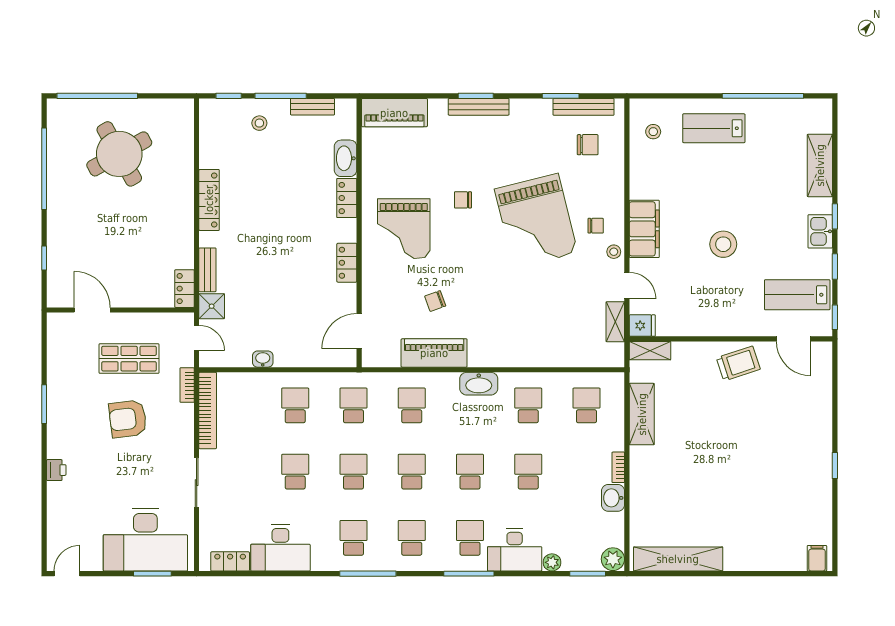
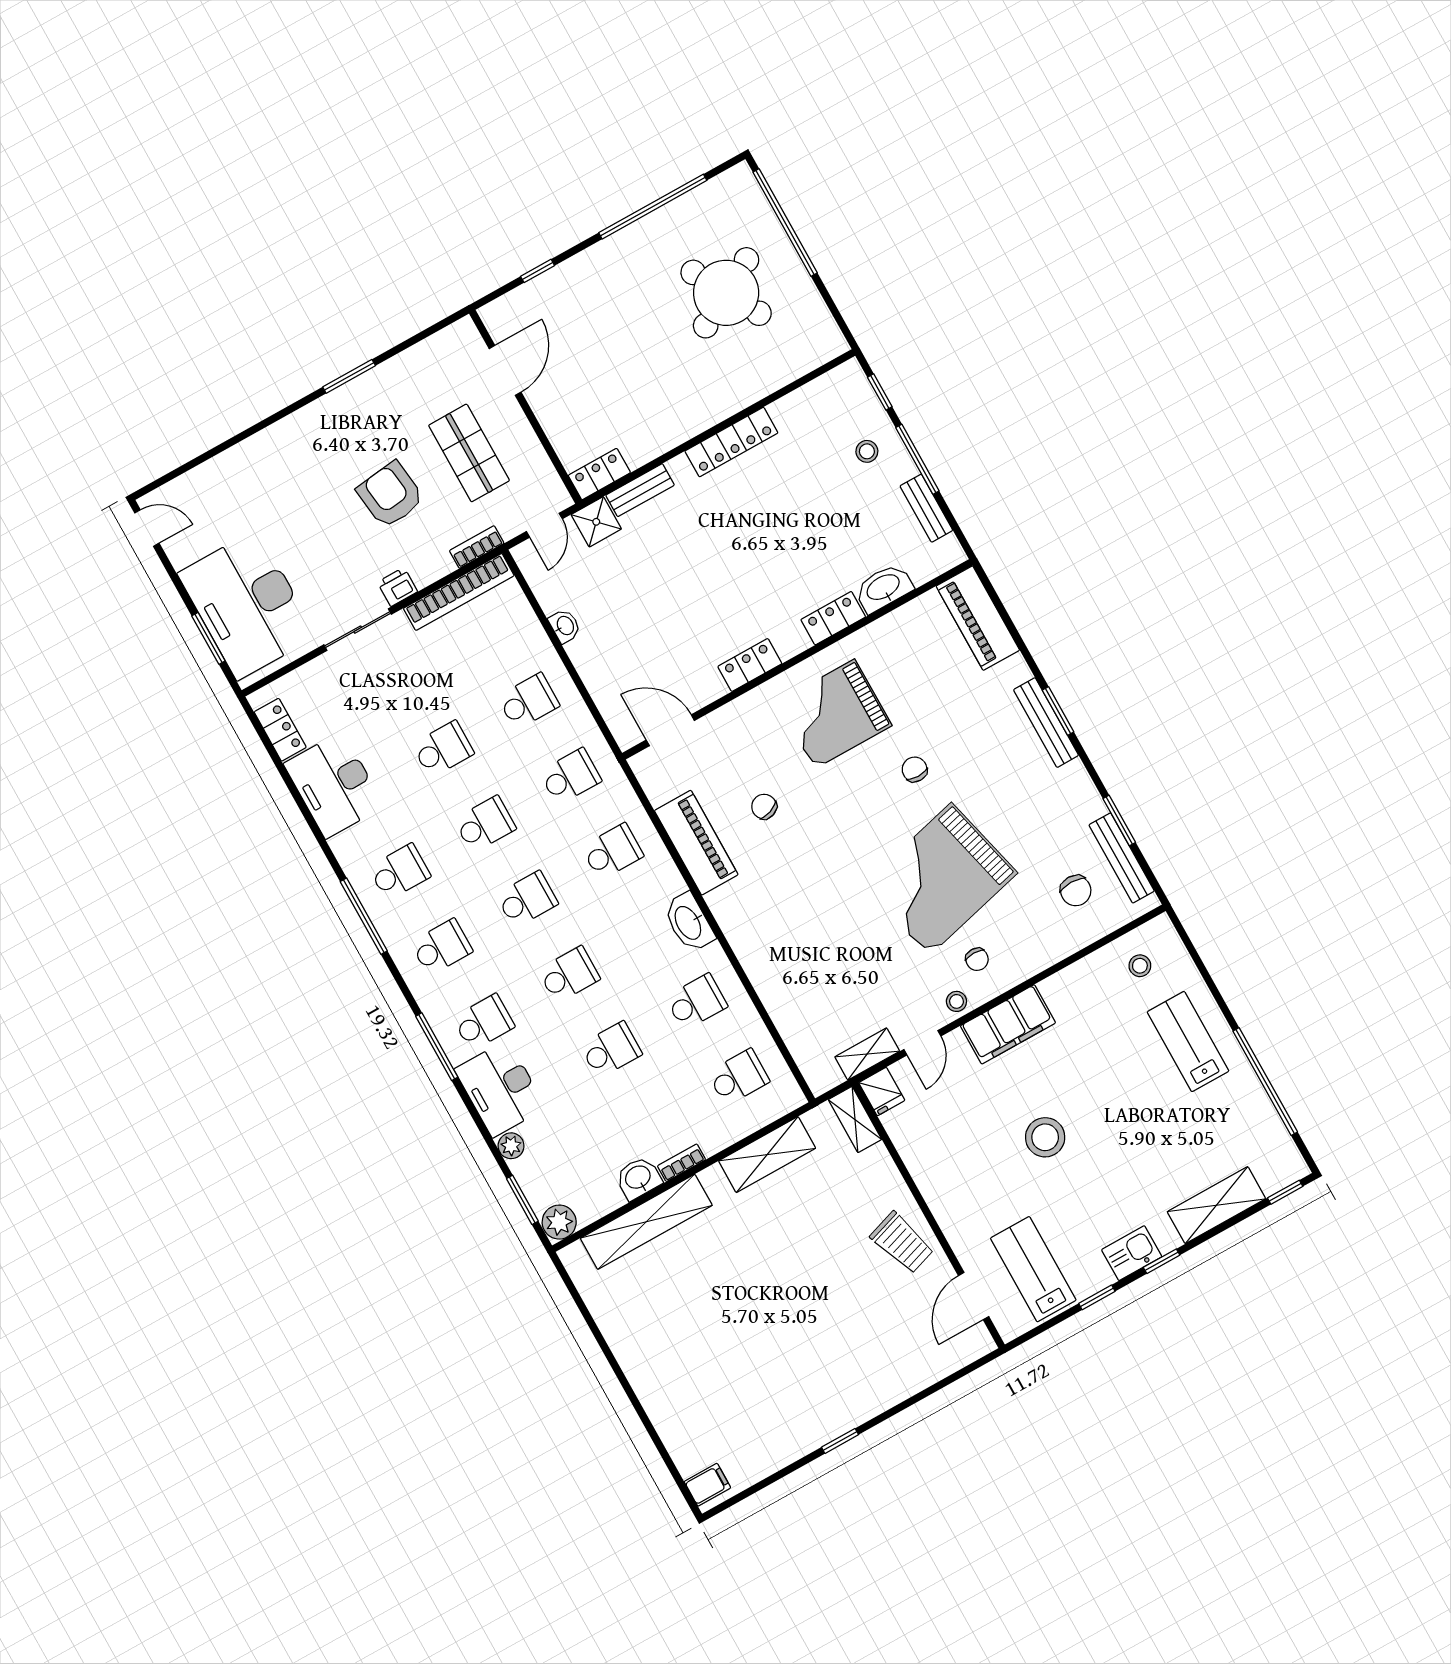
window: (835, 317) -> (1285, 1192), moved
printer: (56, 470) -> (397, 587), moved, turned 180
shelving: (678, 559) -> (646, 1222), moved, turned 90

